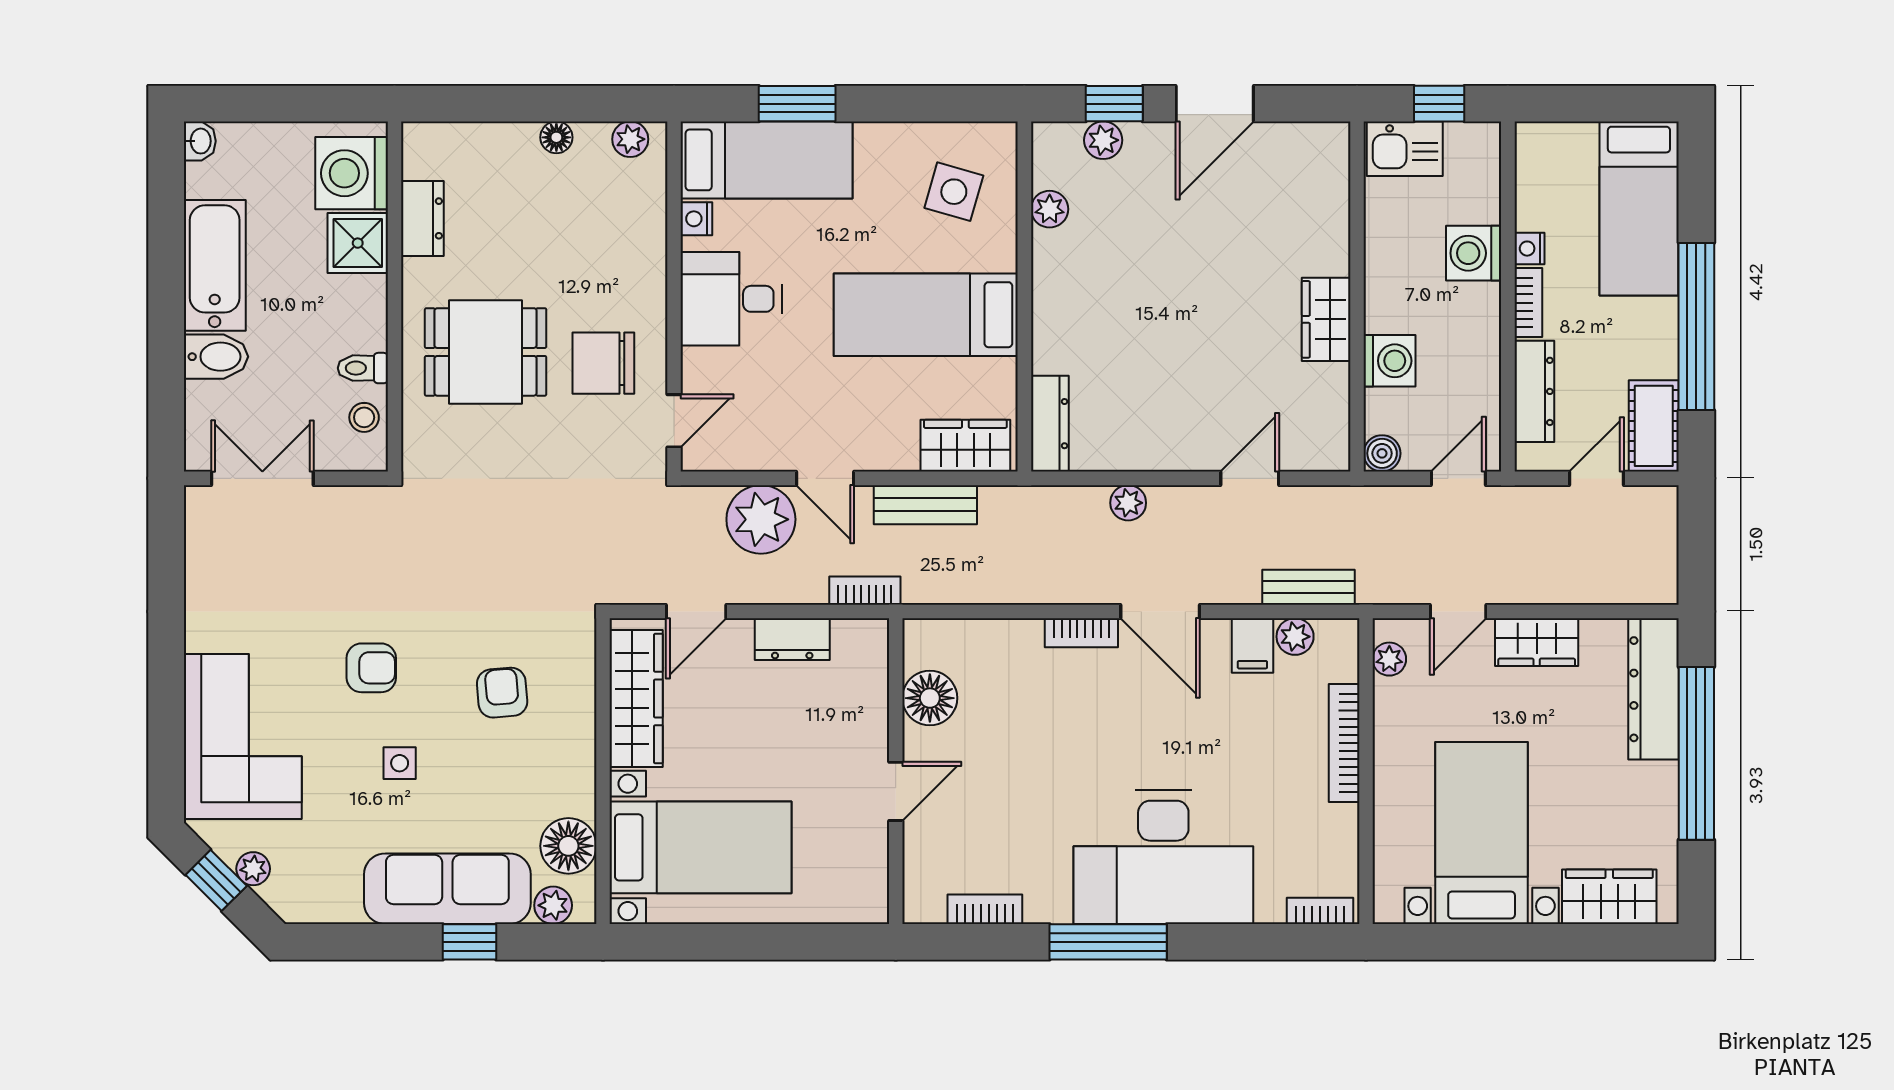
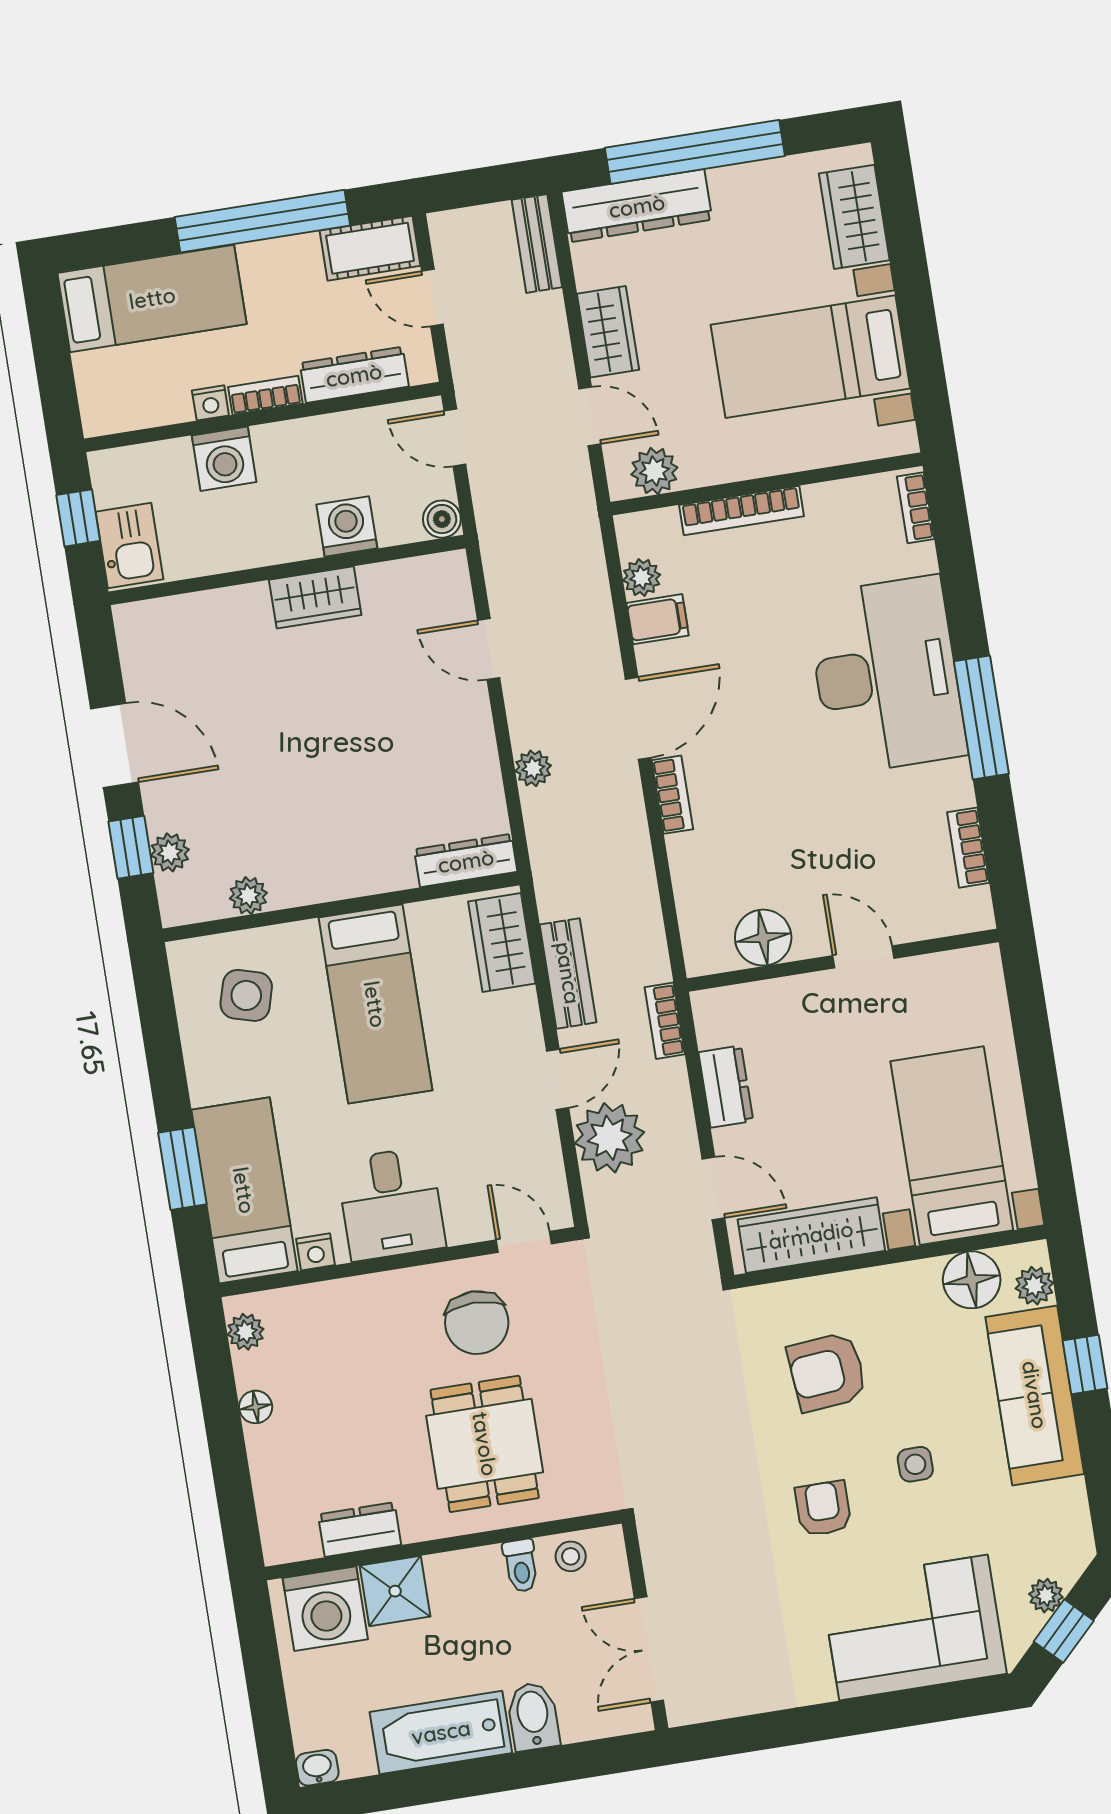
bench: (1309, 587) -> (537, 243), moved
plant: (1389, 659) -> (654, 471), width x1.38, depth x1.38
armchair: (502, 693) -> (827, 1372), width x1.38, depth x1.38

